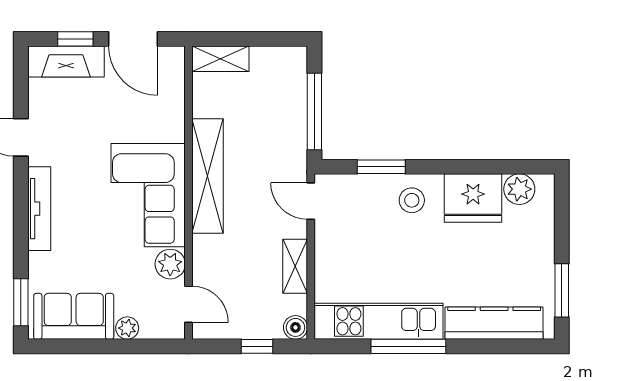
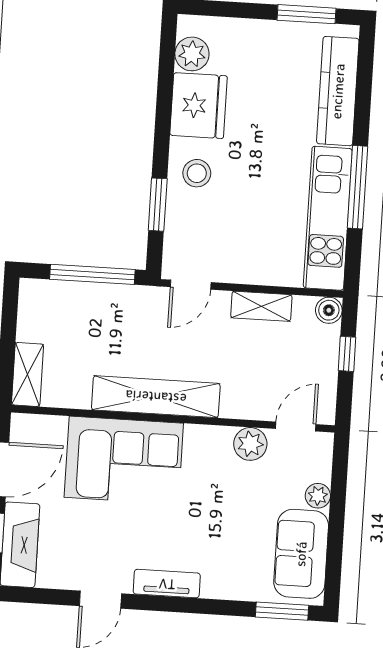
corner sofa: (148, 195) -> (124, 460), moved
tv unit: (39, 209) -> (167, 584), width x0.71

